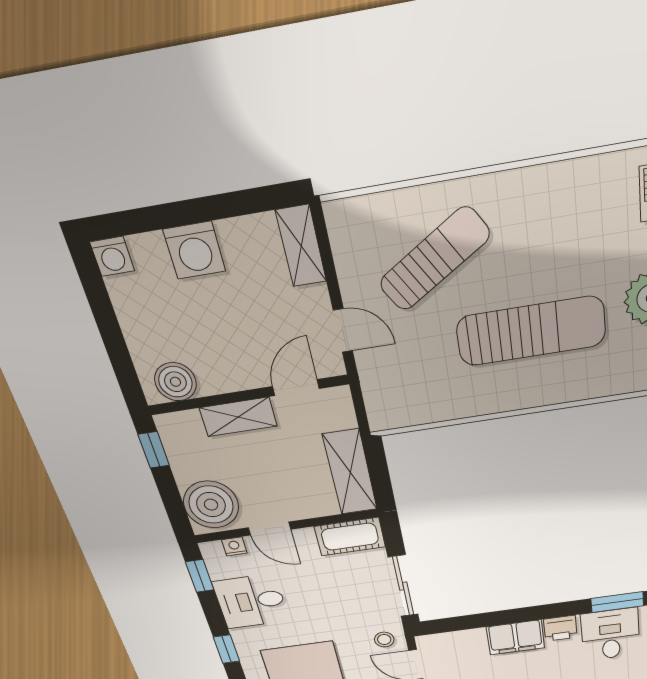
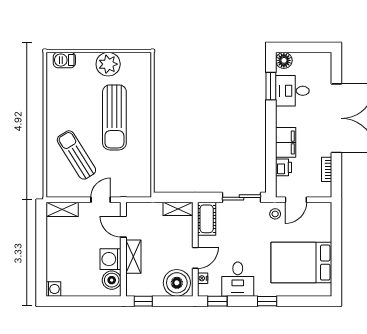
washing machine: (194, 250) -> (111, 259), moved, turned 180
sun lounger: (531, 331) -> (114, 117), turned 180
shelving: (350, 472) -> (178, 209), width x0.67, depth x0.75
printer: (560, 628) -> (284, 167), moved

